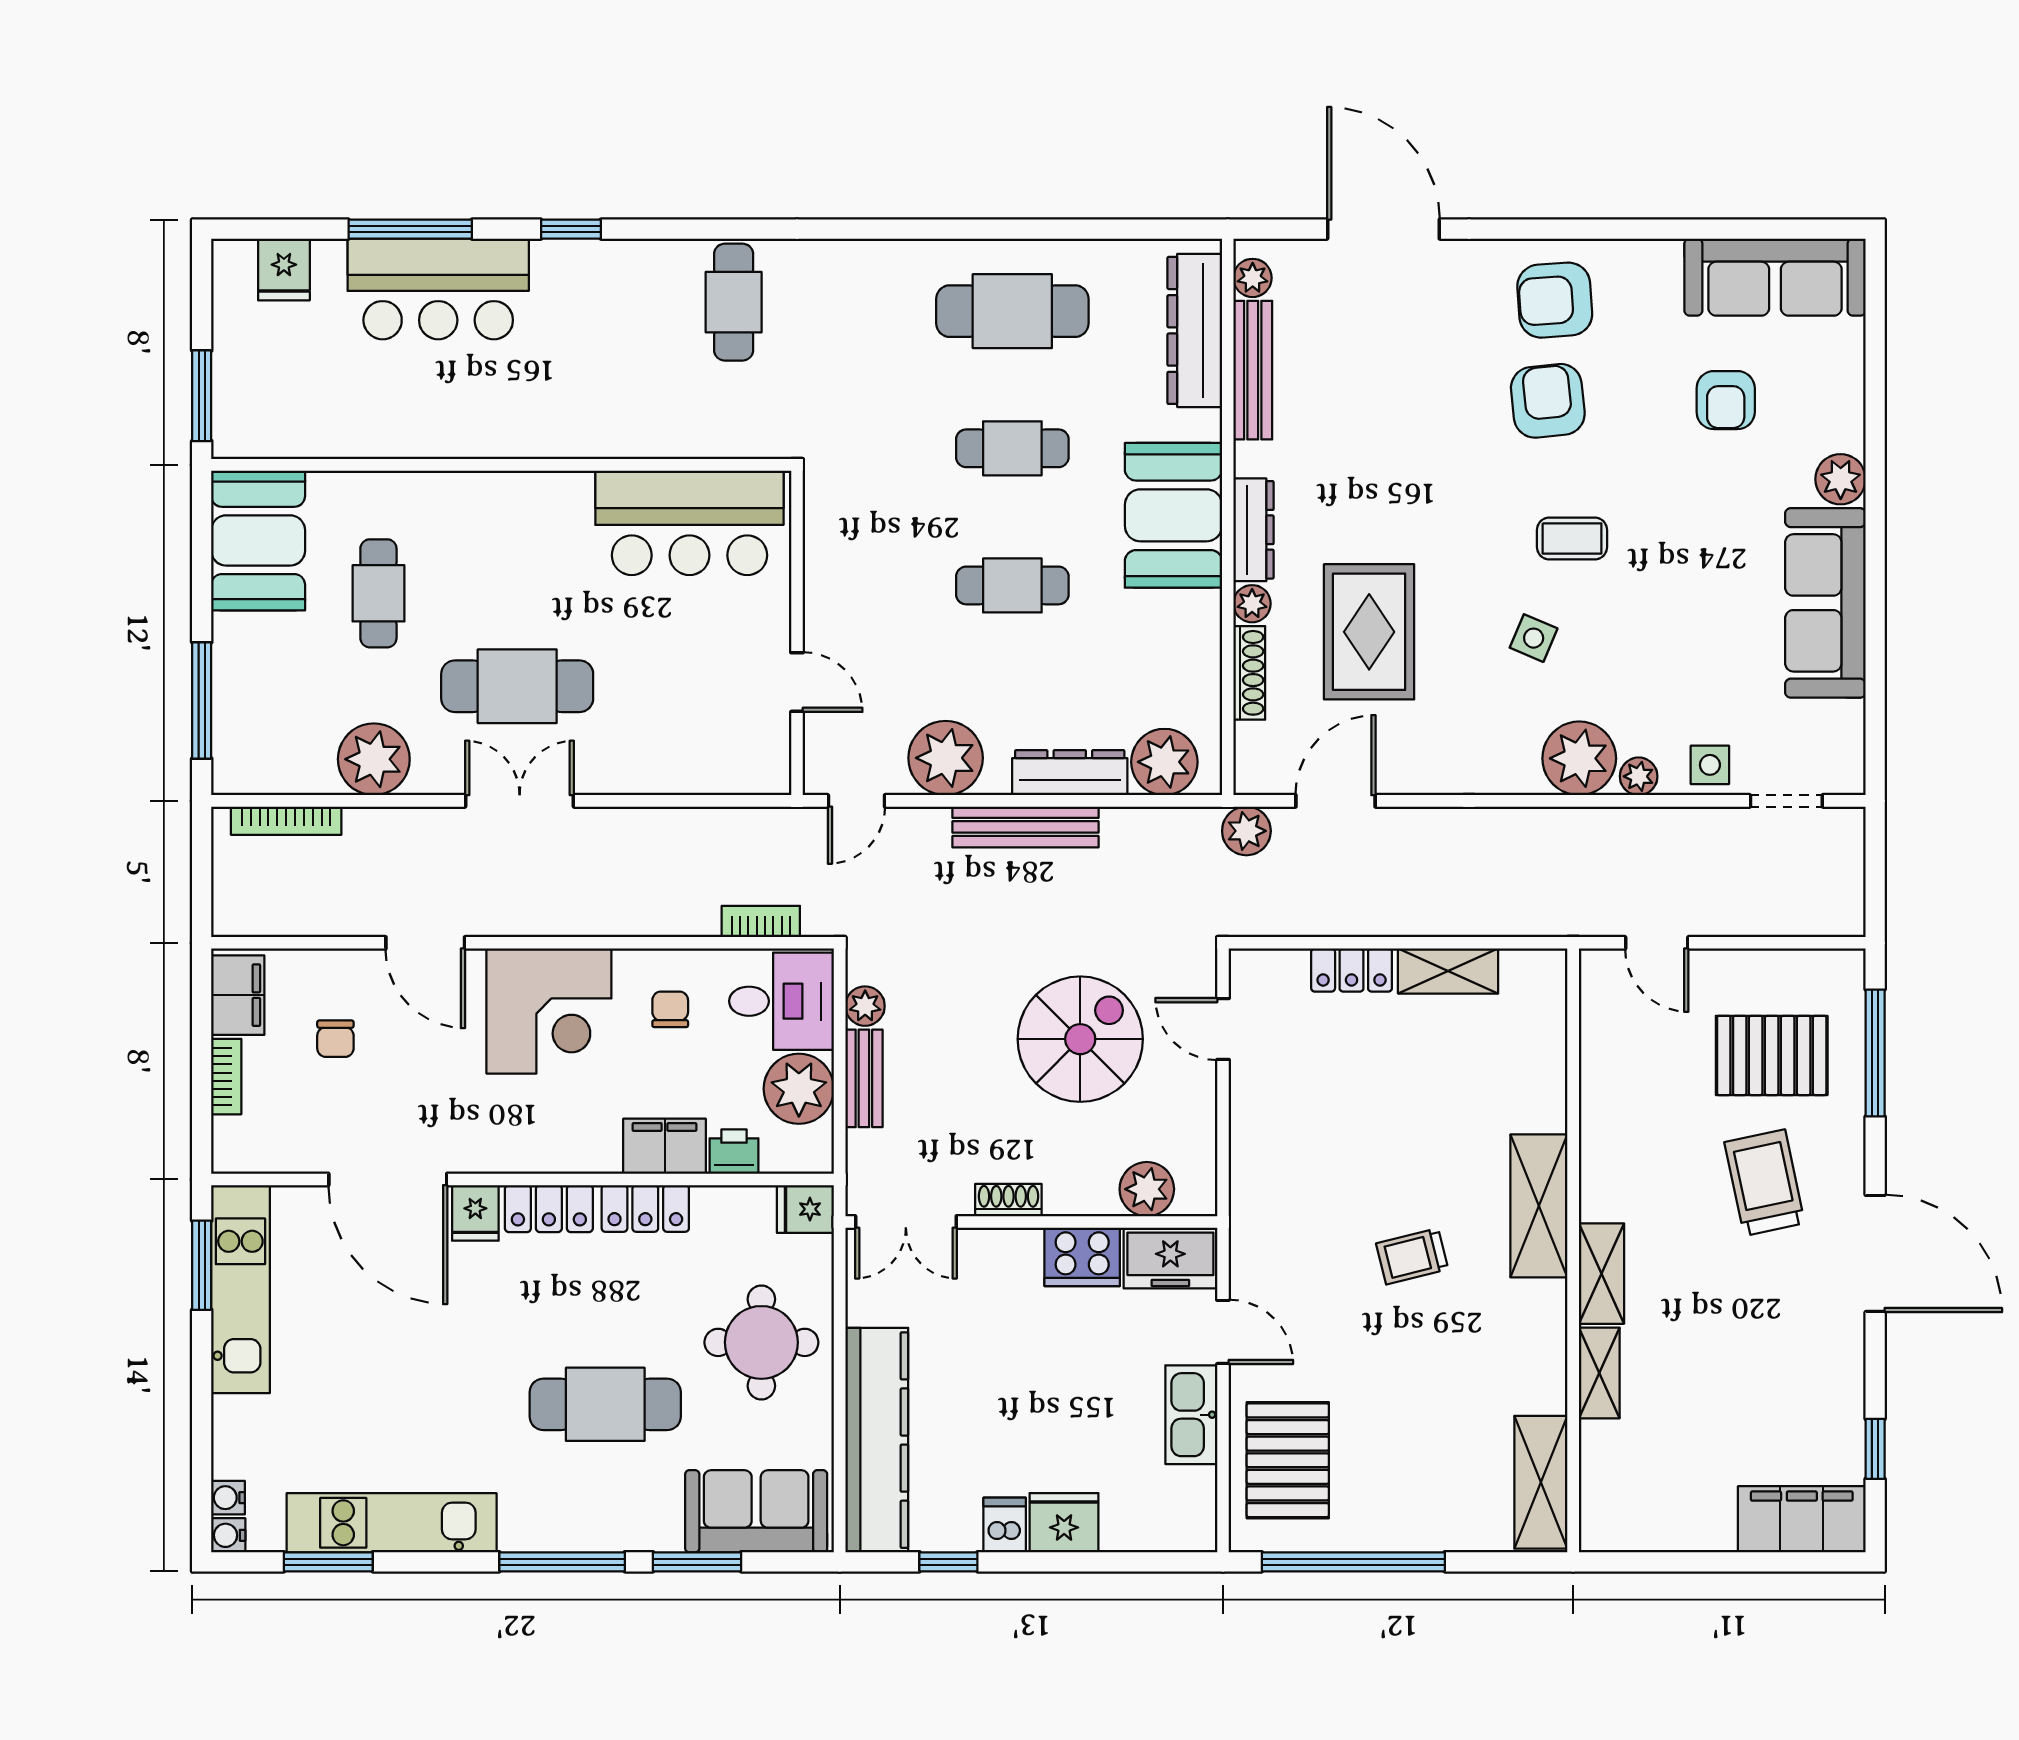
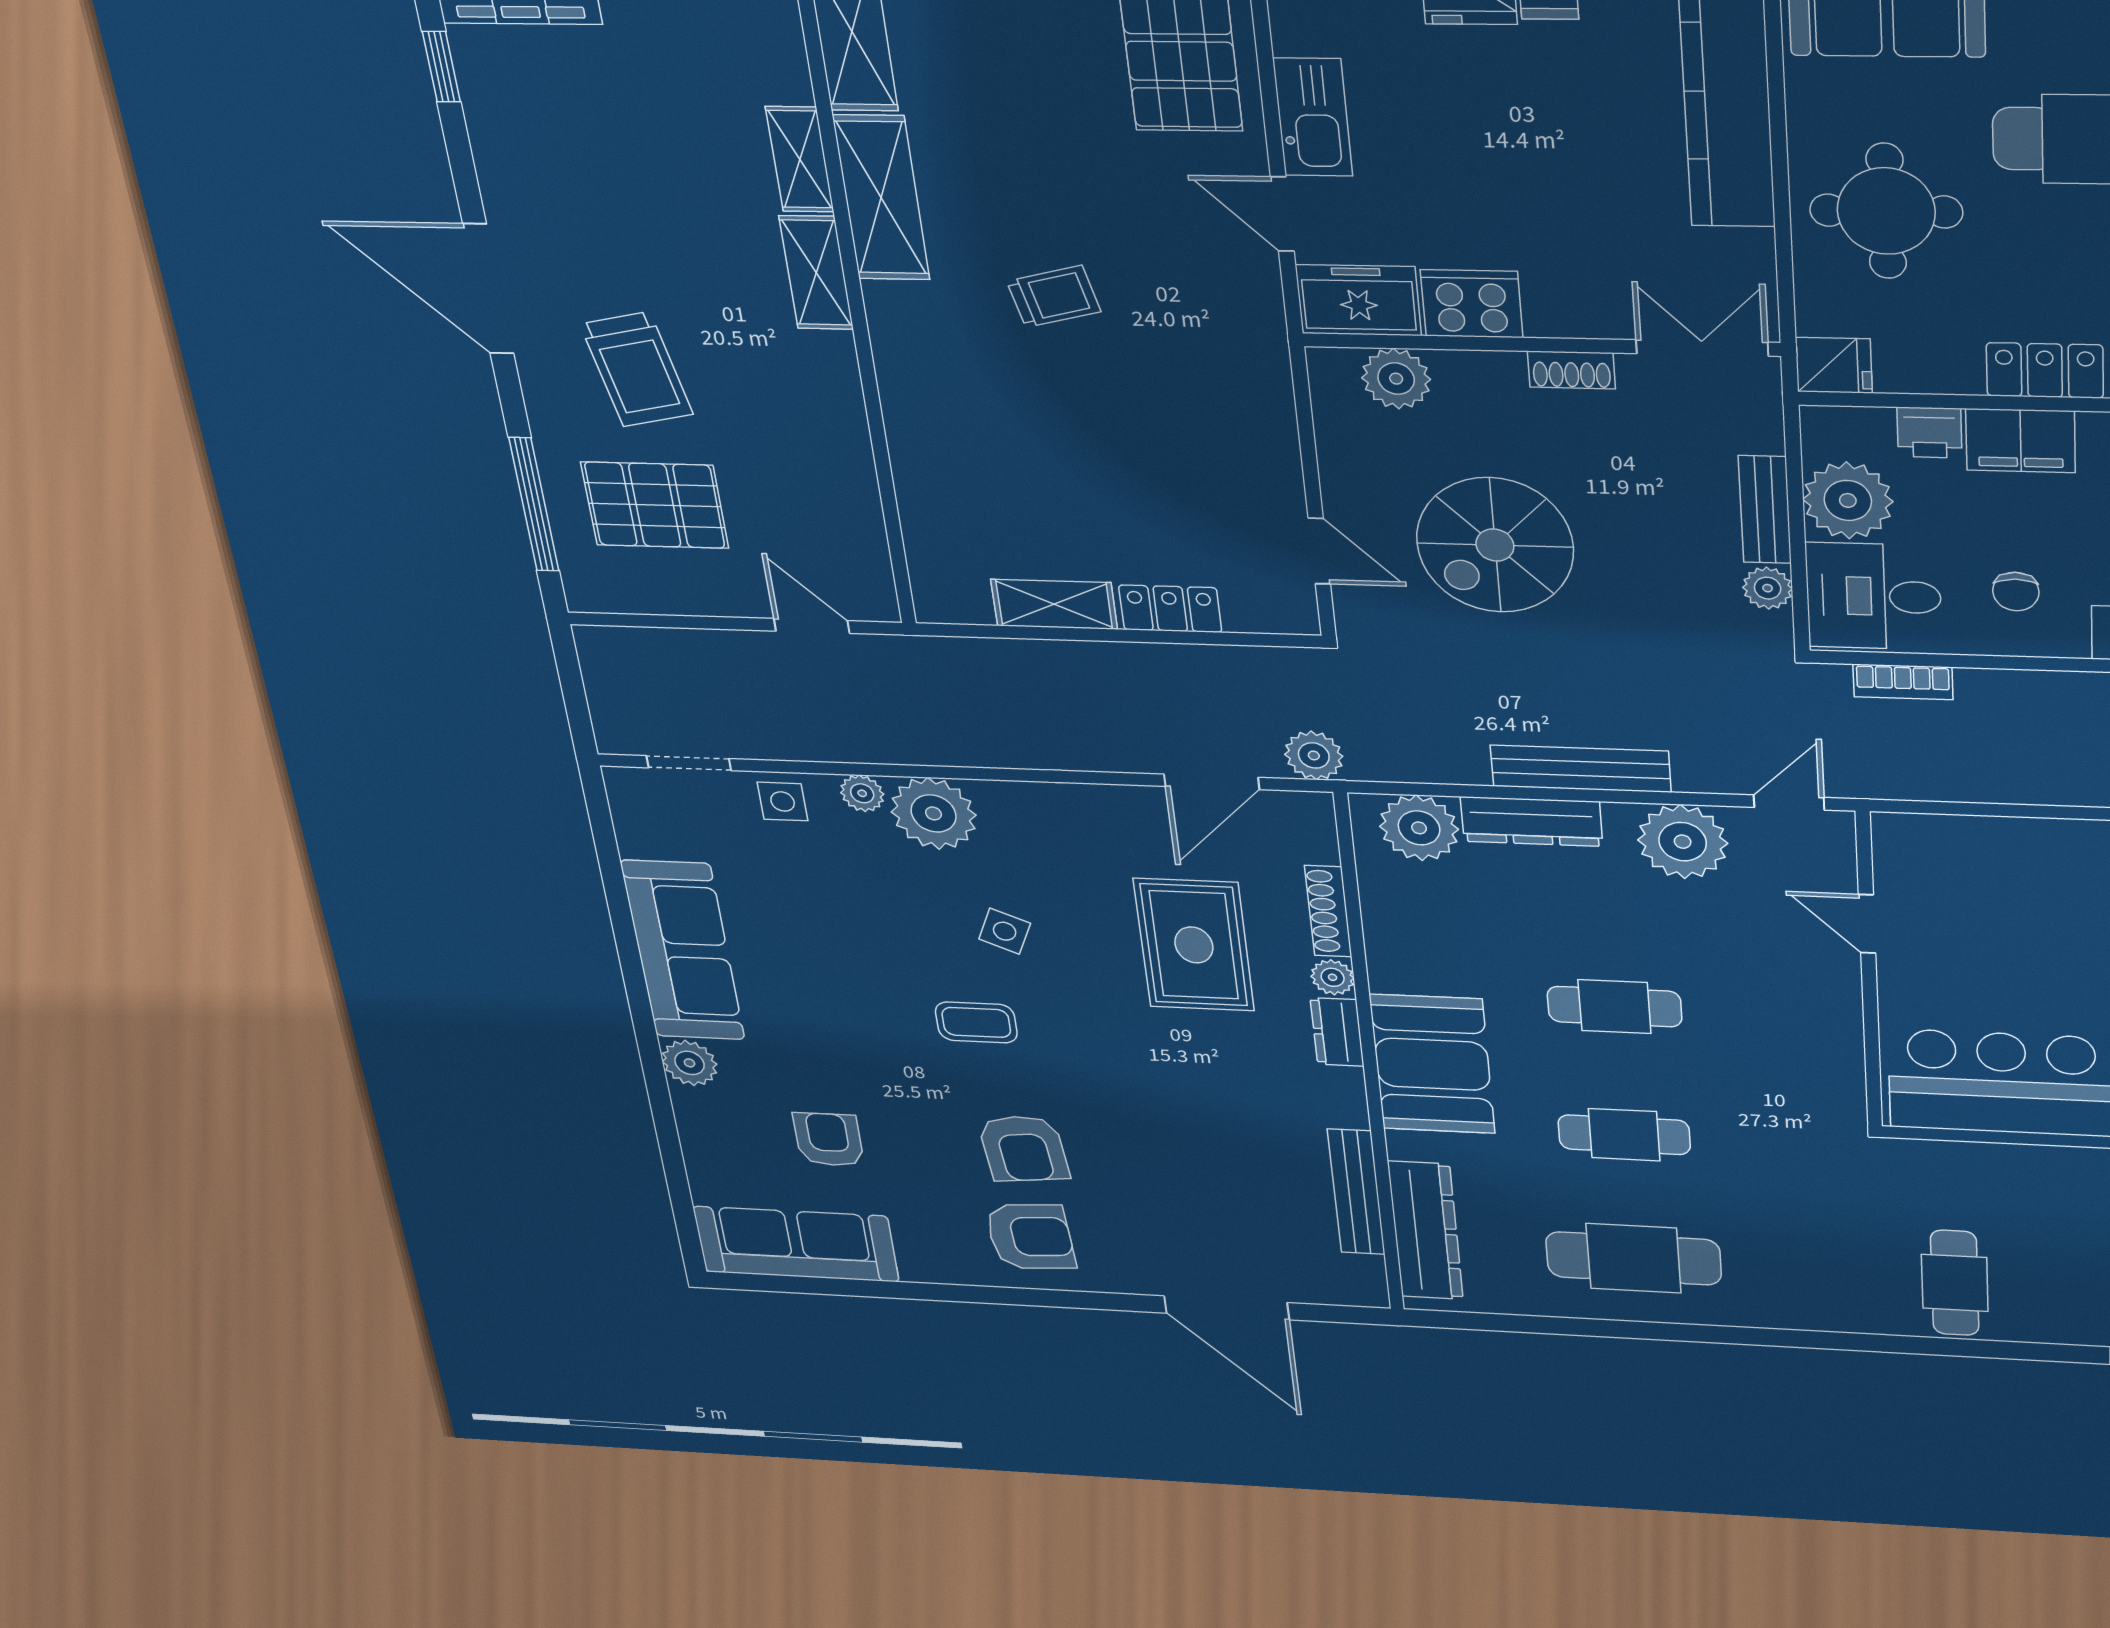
plant: (1253, 278) -> (1366, 1273), removed
dresser: (1253, 530) -> (1337, 1032), width x0.70
shelving: (1539, 1206) -> (881, 198), moved

